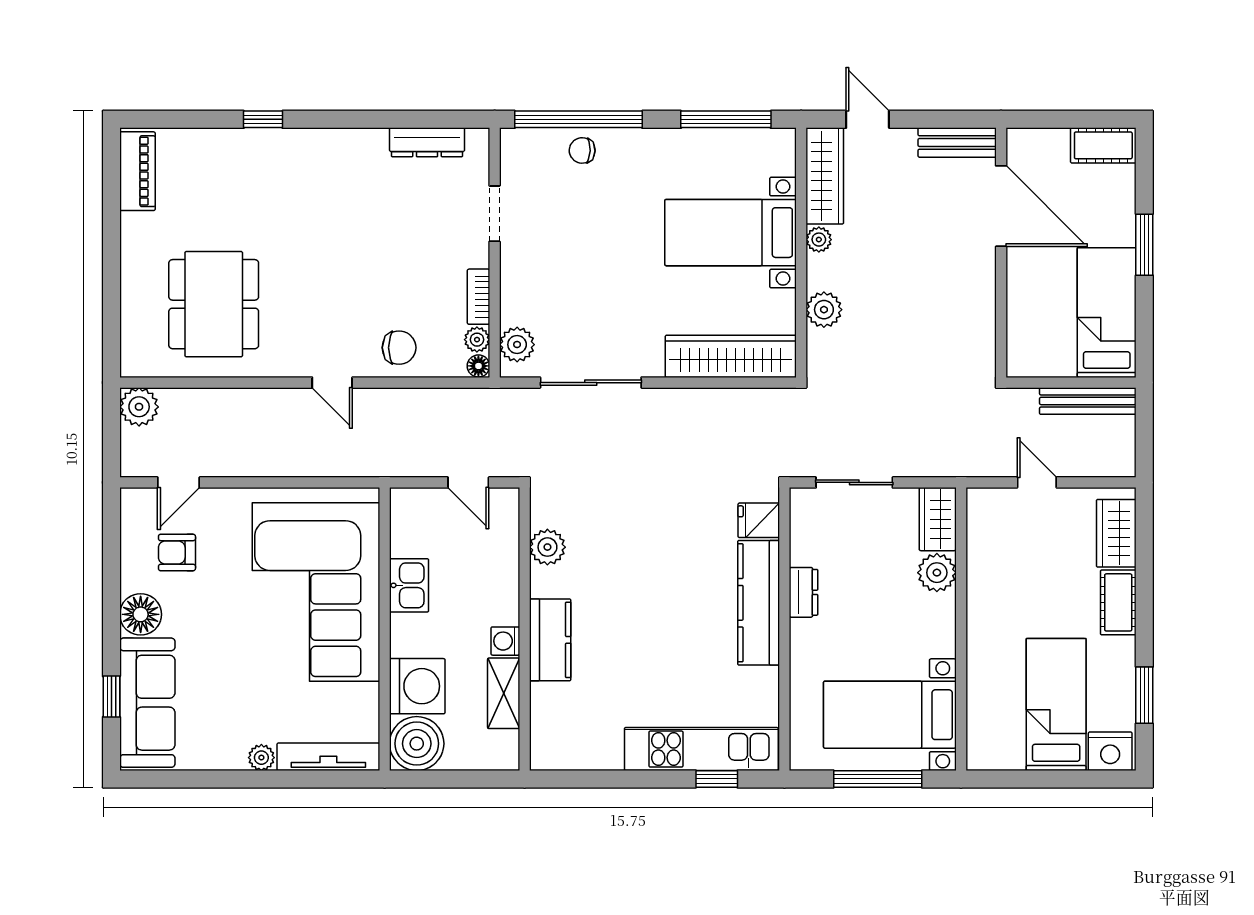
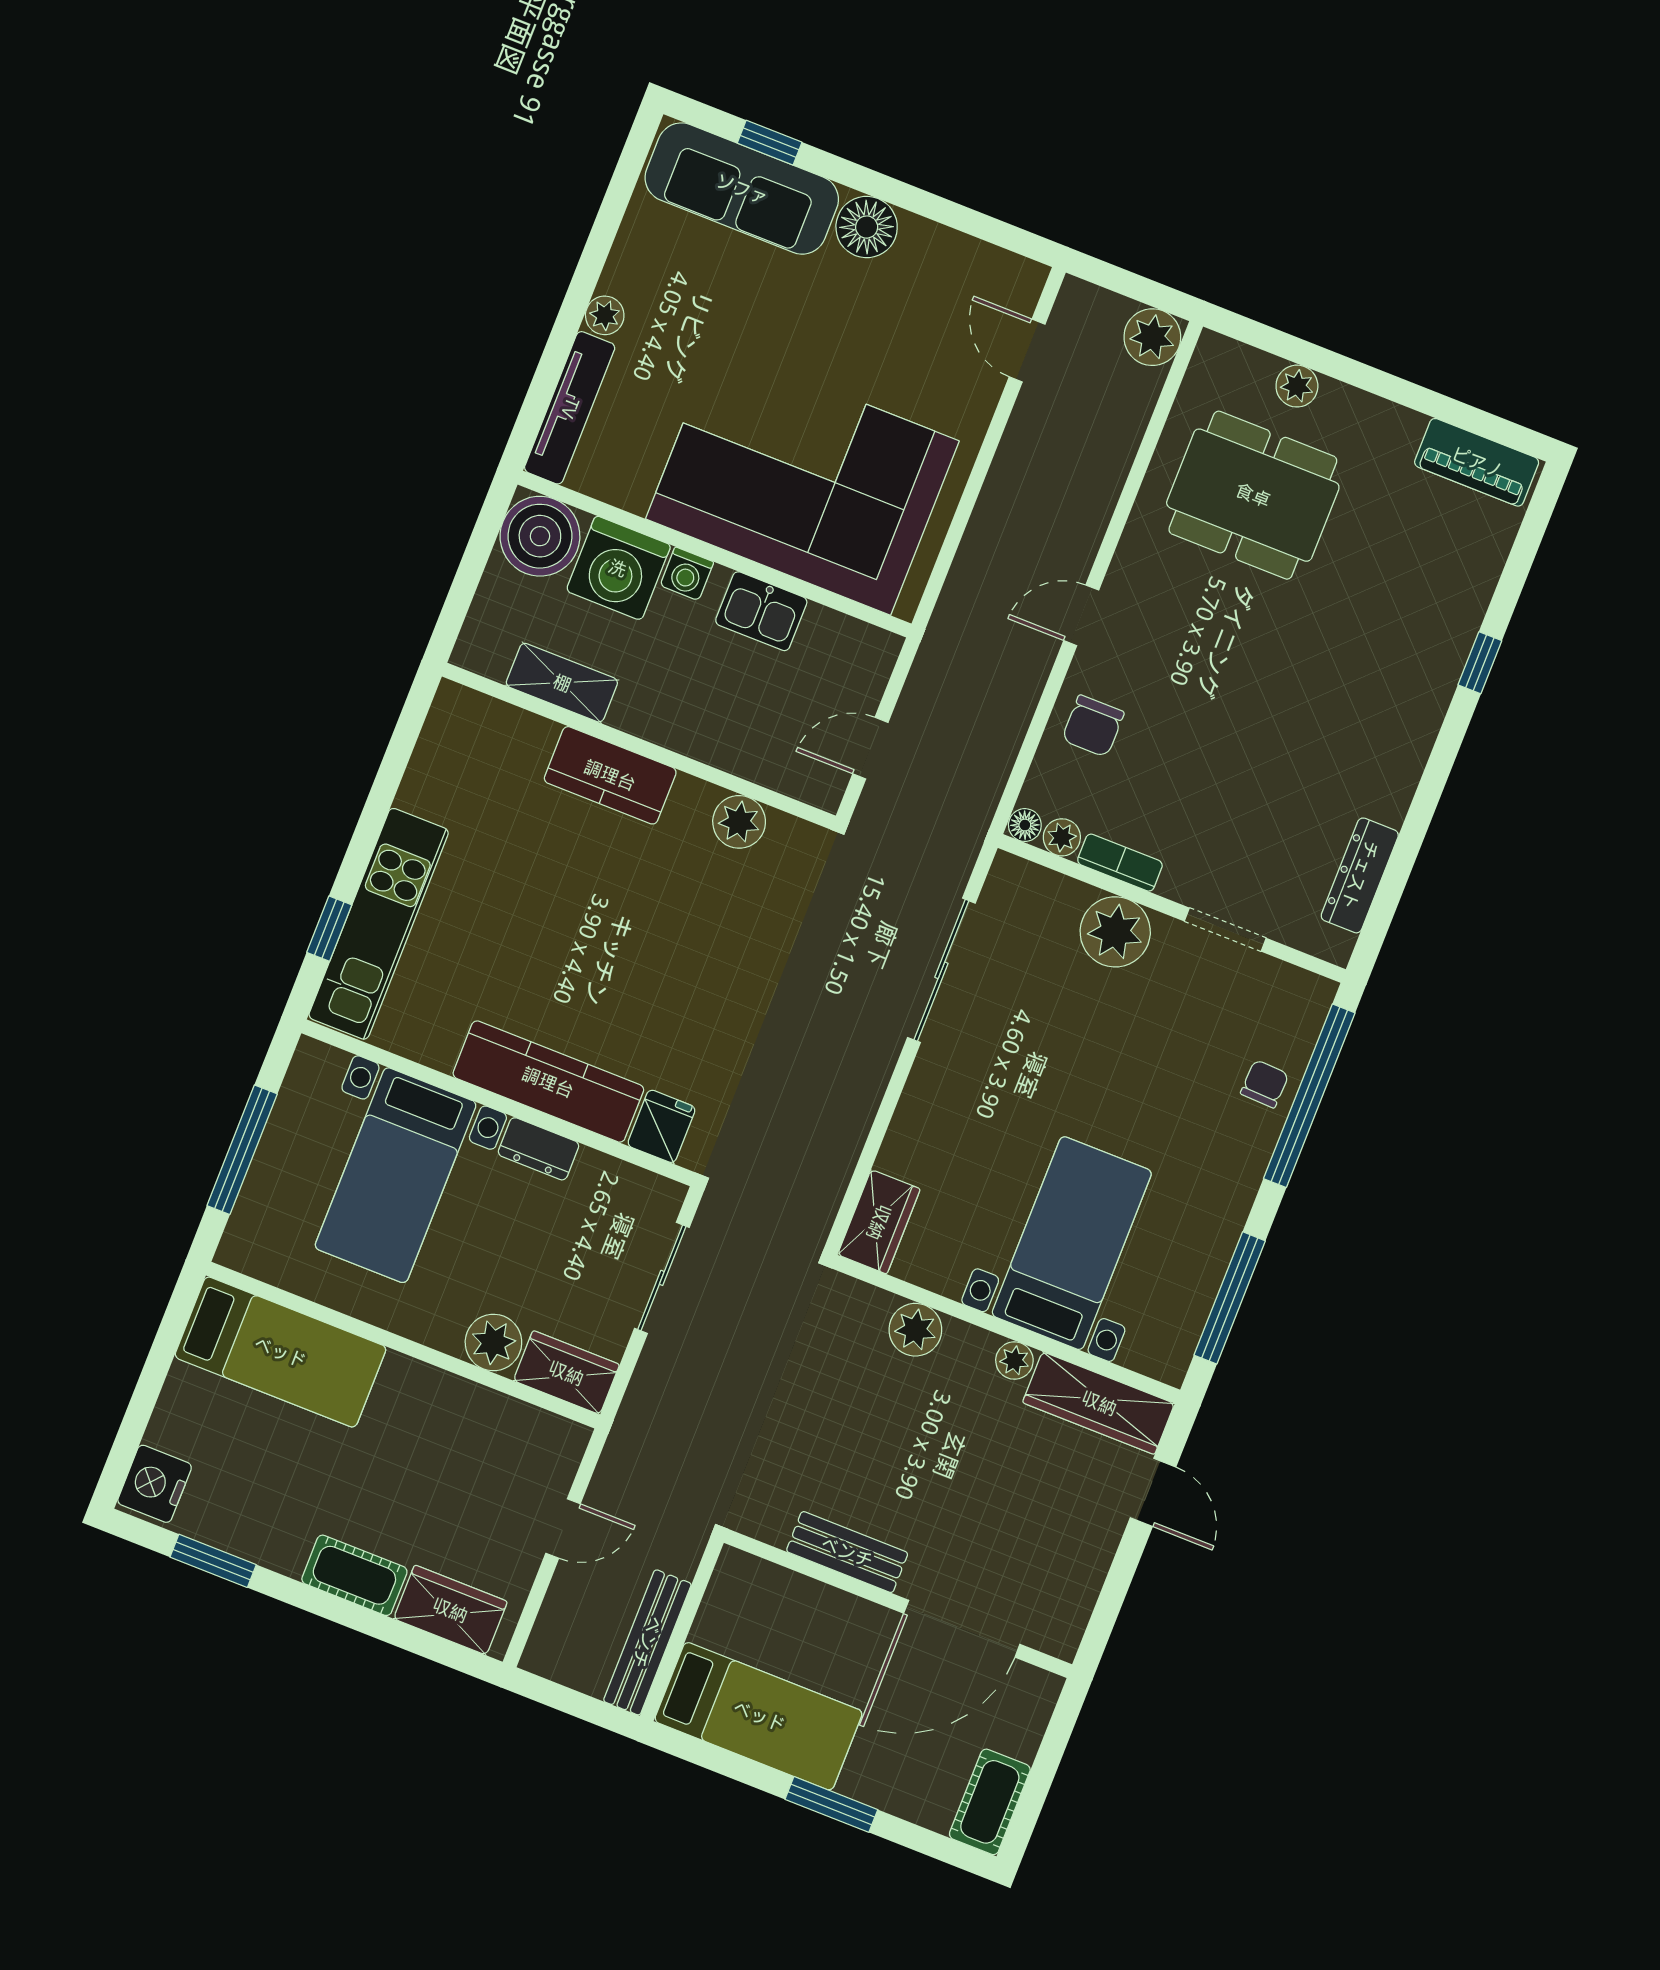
door: (868, 119) -> (1153, 1492), hinge flipped
bench: (957, 142) -> (847, 1552), moved, turned 90
plant: (134, 303) -> (1297, 386), added
plant: (517, 345) -> (1115, 932), moved, width x1.36, depth x1.36
wardrobe: (731, 356) -> (879, 1222), width x0.48, depth x0.85
armchair: (177, 552) -> (932, 310), removed
washing machine: (505, 641) -> (687, 574), moved, turned 180
bed: (1056, 705) -> (280, 1352), moved
bed with nightstands: (890, 715) -> (396, 1175), moved, turned 180

